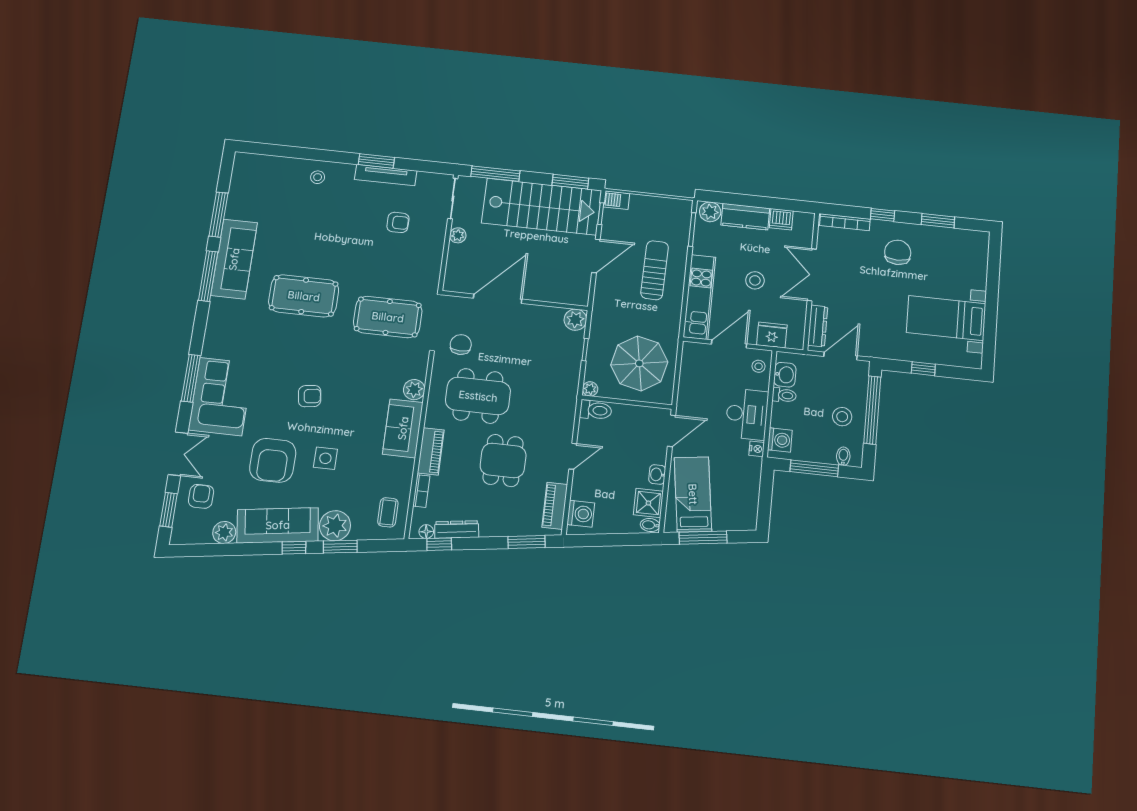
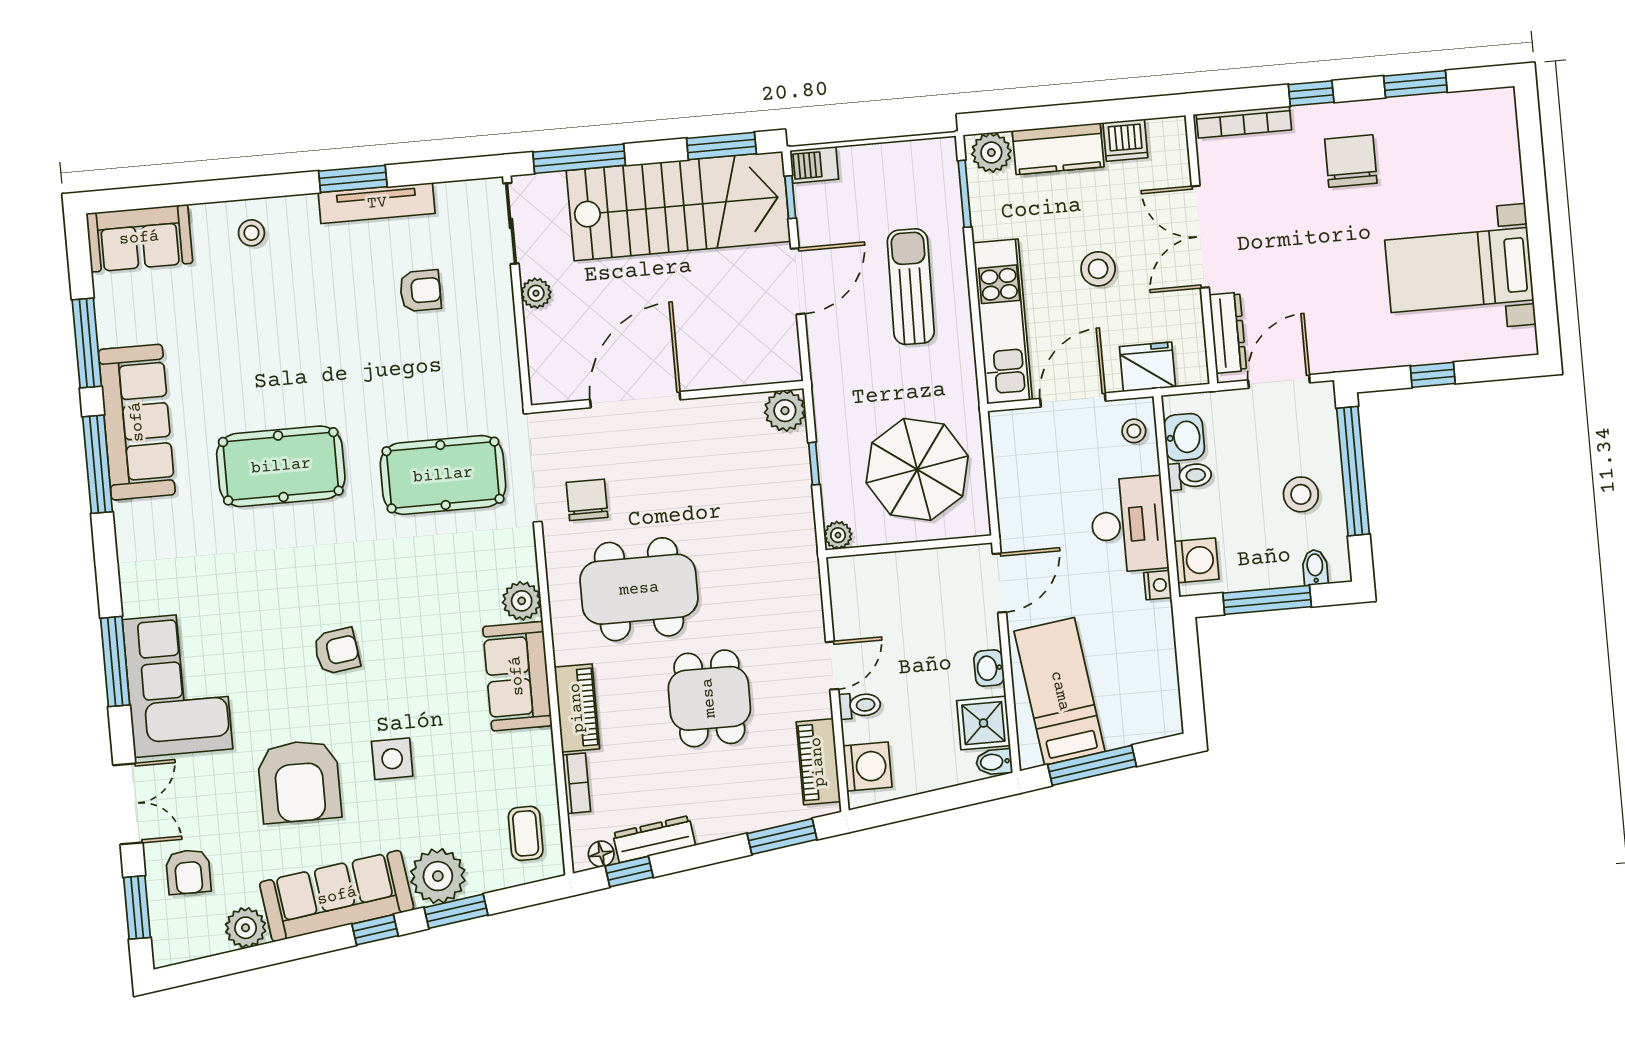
sofa: (259, 169) -> (139, 238), added
toilet: (596, 410) -> (860, 705), moved, width x0.73, depth x0.72
armchair: (201, 496) -> (188, 872), turned 180

